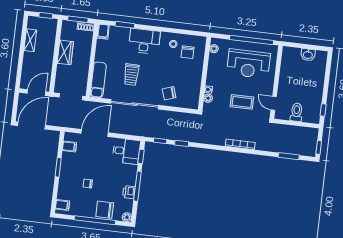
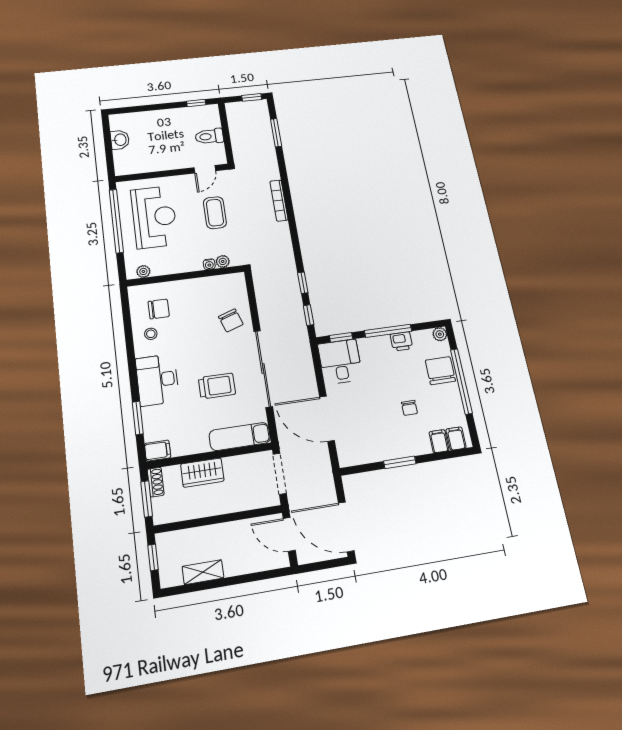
wardrobe: (65, 52) -> (202, 473), moved, turned 180
filing cabinet: (69, 147) -> (439, 441), moved
chair: (105, 210) -> (440, 371), turned 180

